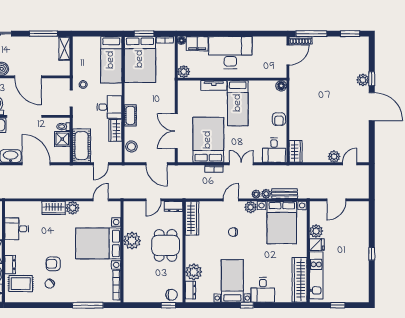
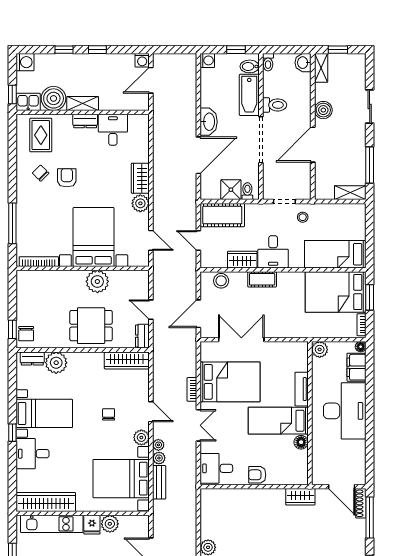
floor lamp: (281, 86) -> (301, 442), moved
wardrobe: (296, 151) -> (300, 497), moved
dresser: (10, 265) -> (85, 121), moved

